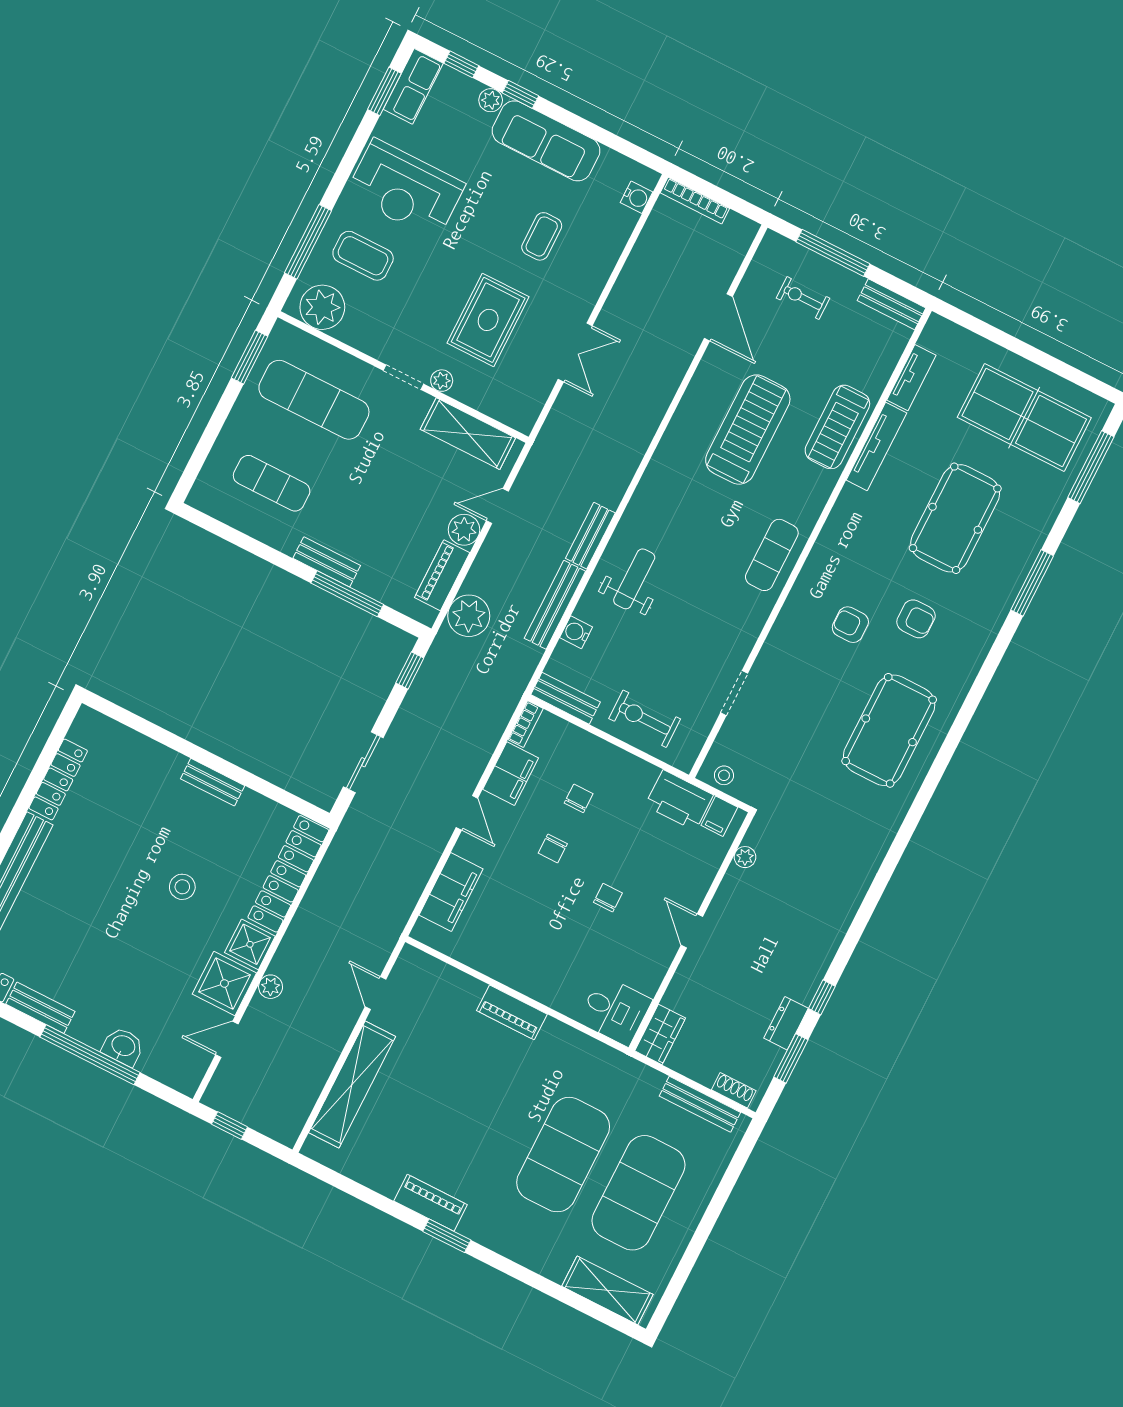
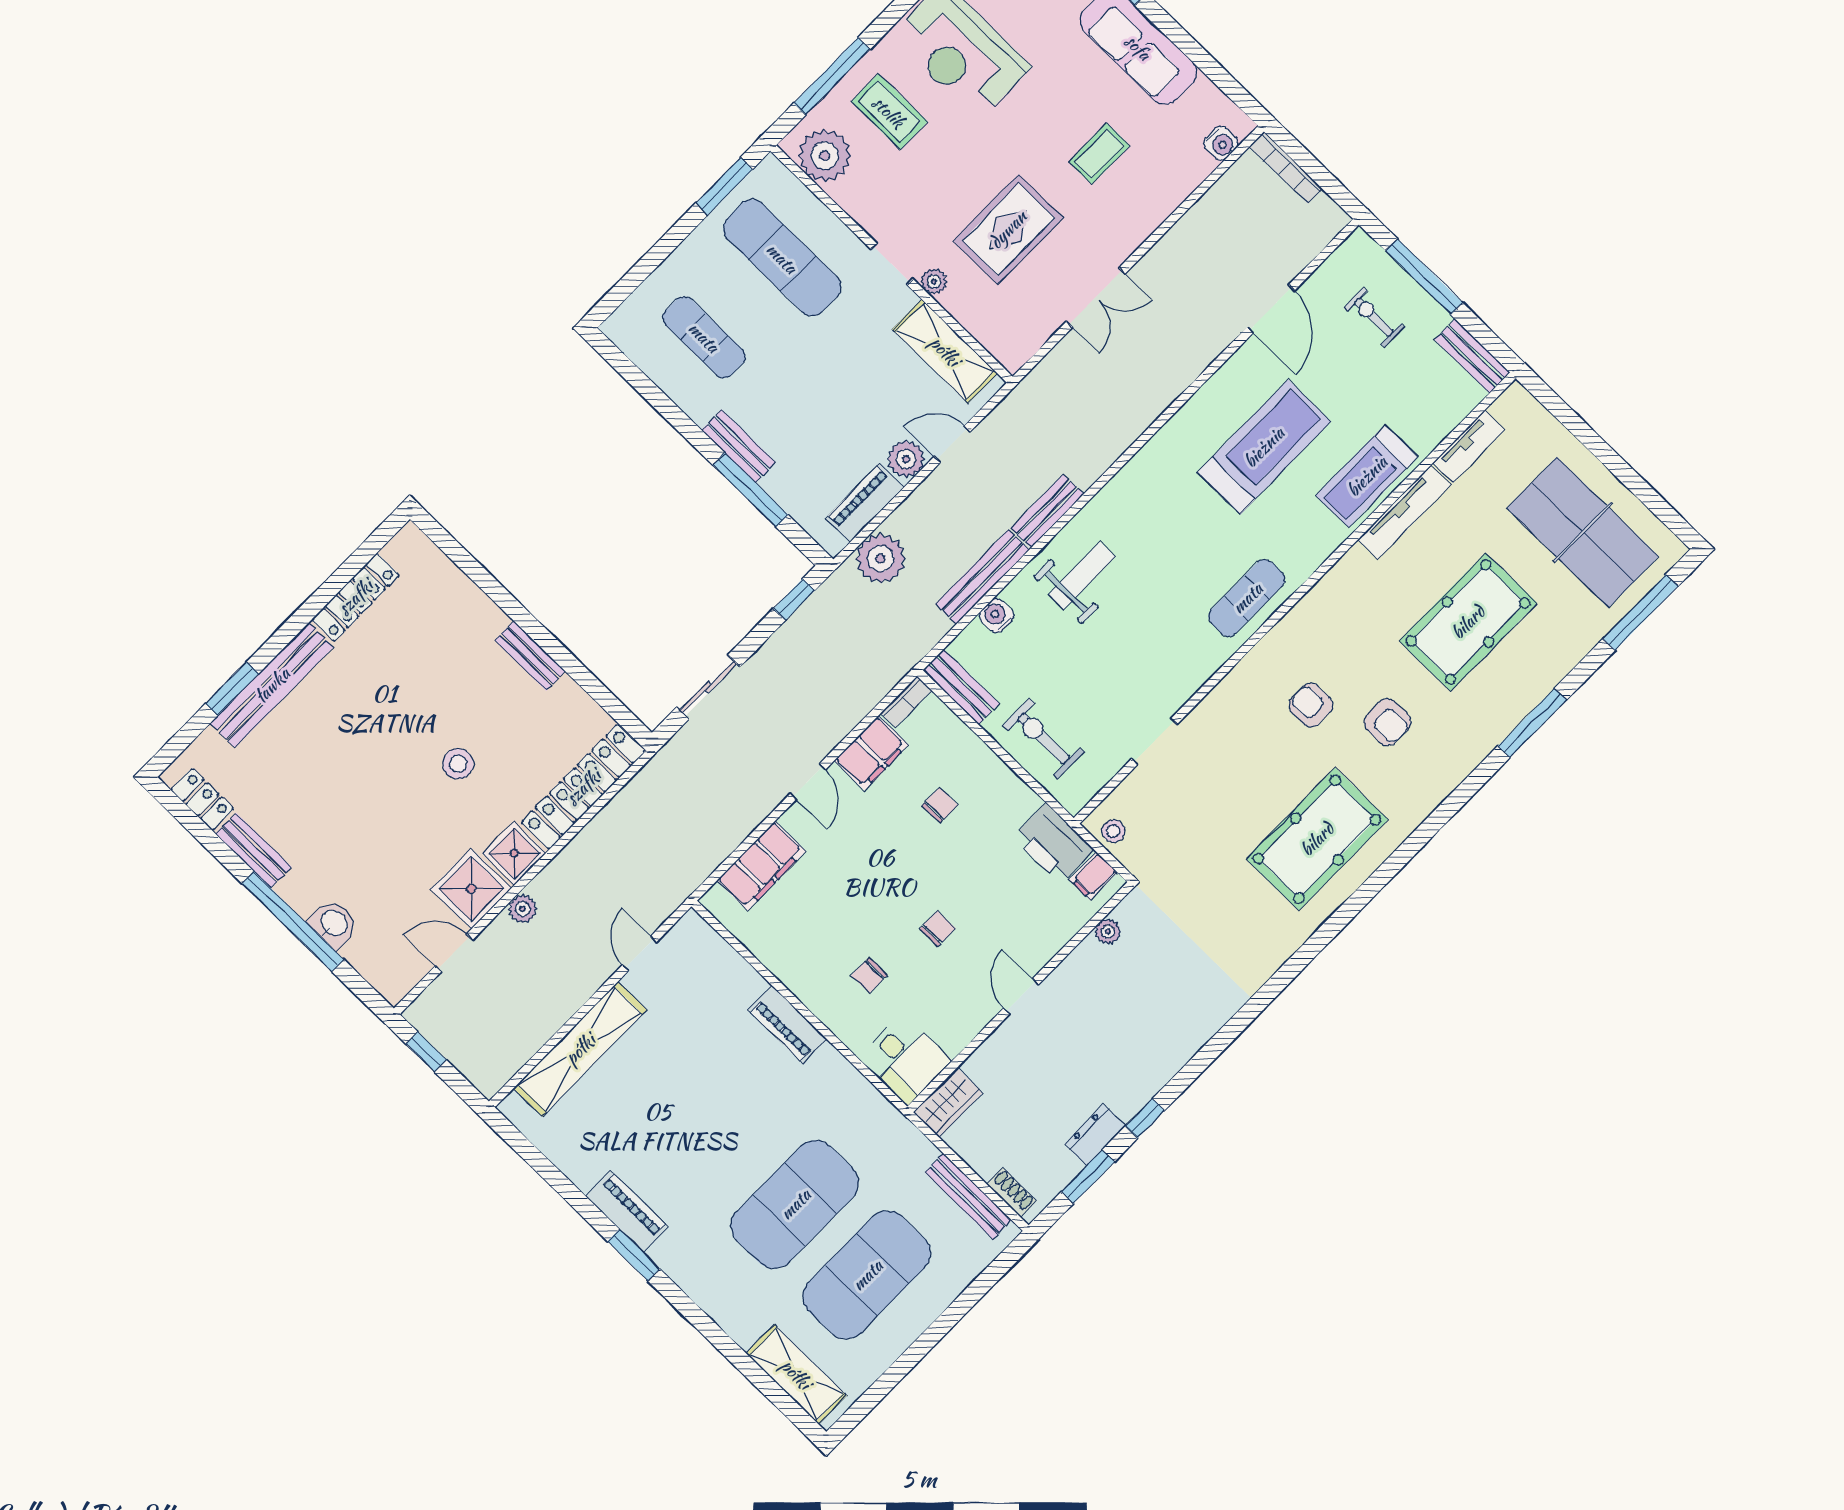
chair: (553, 848) -> (869, 975), moved

